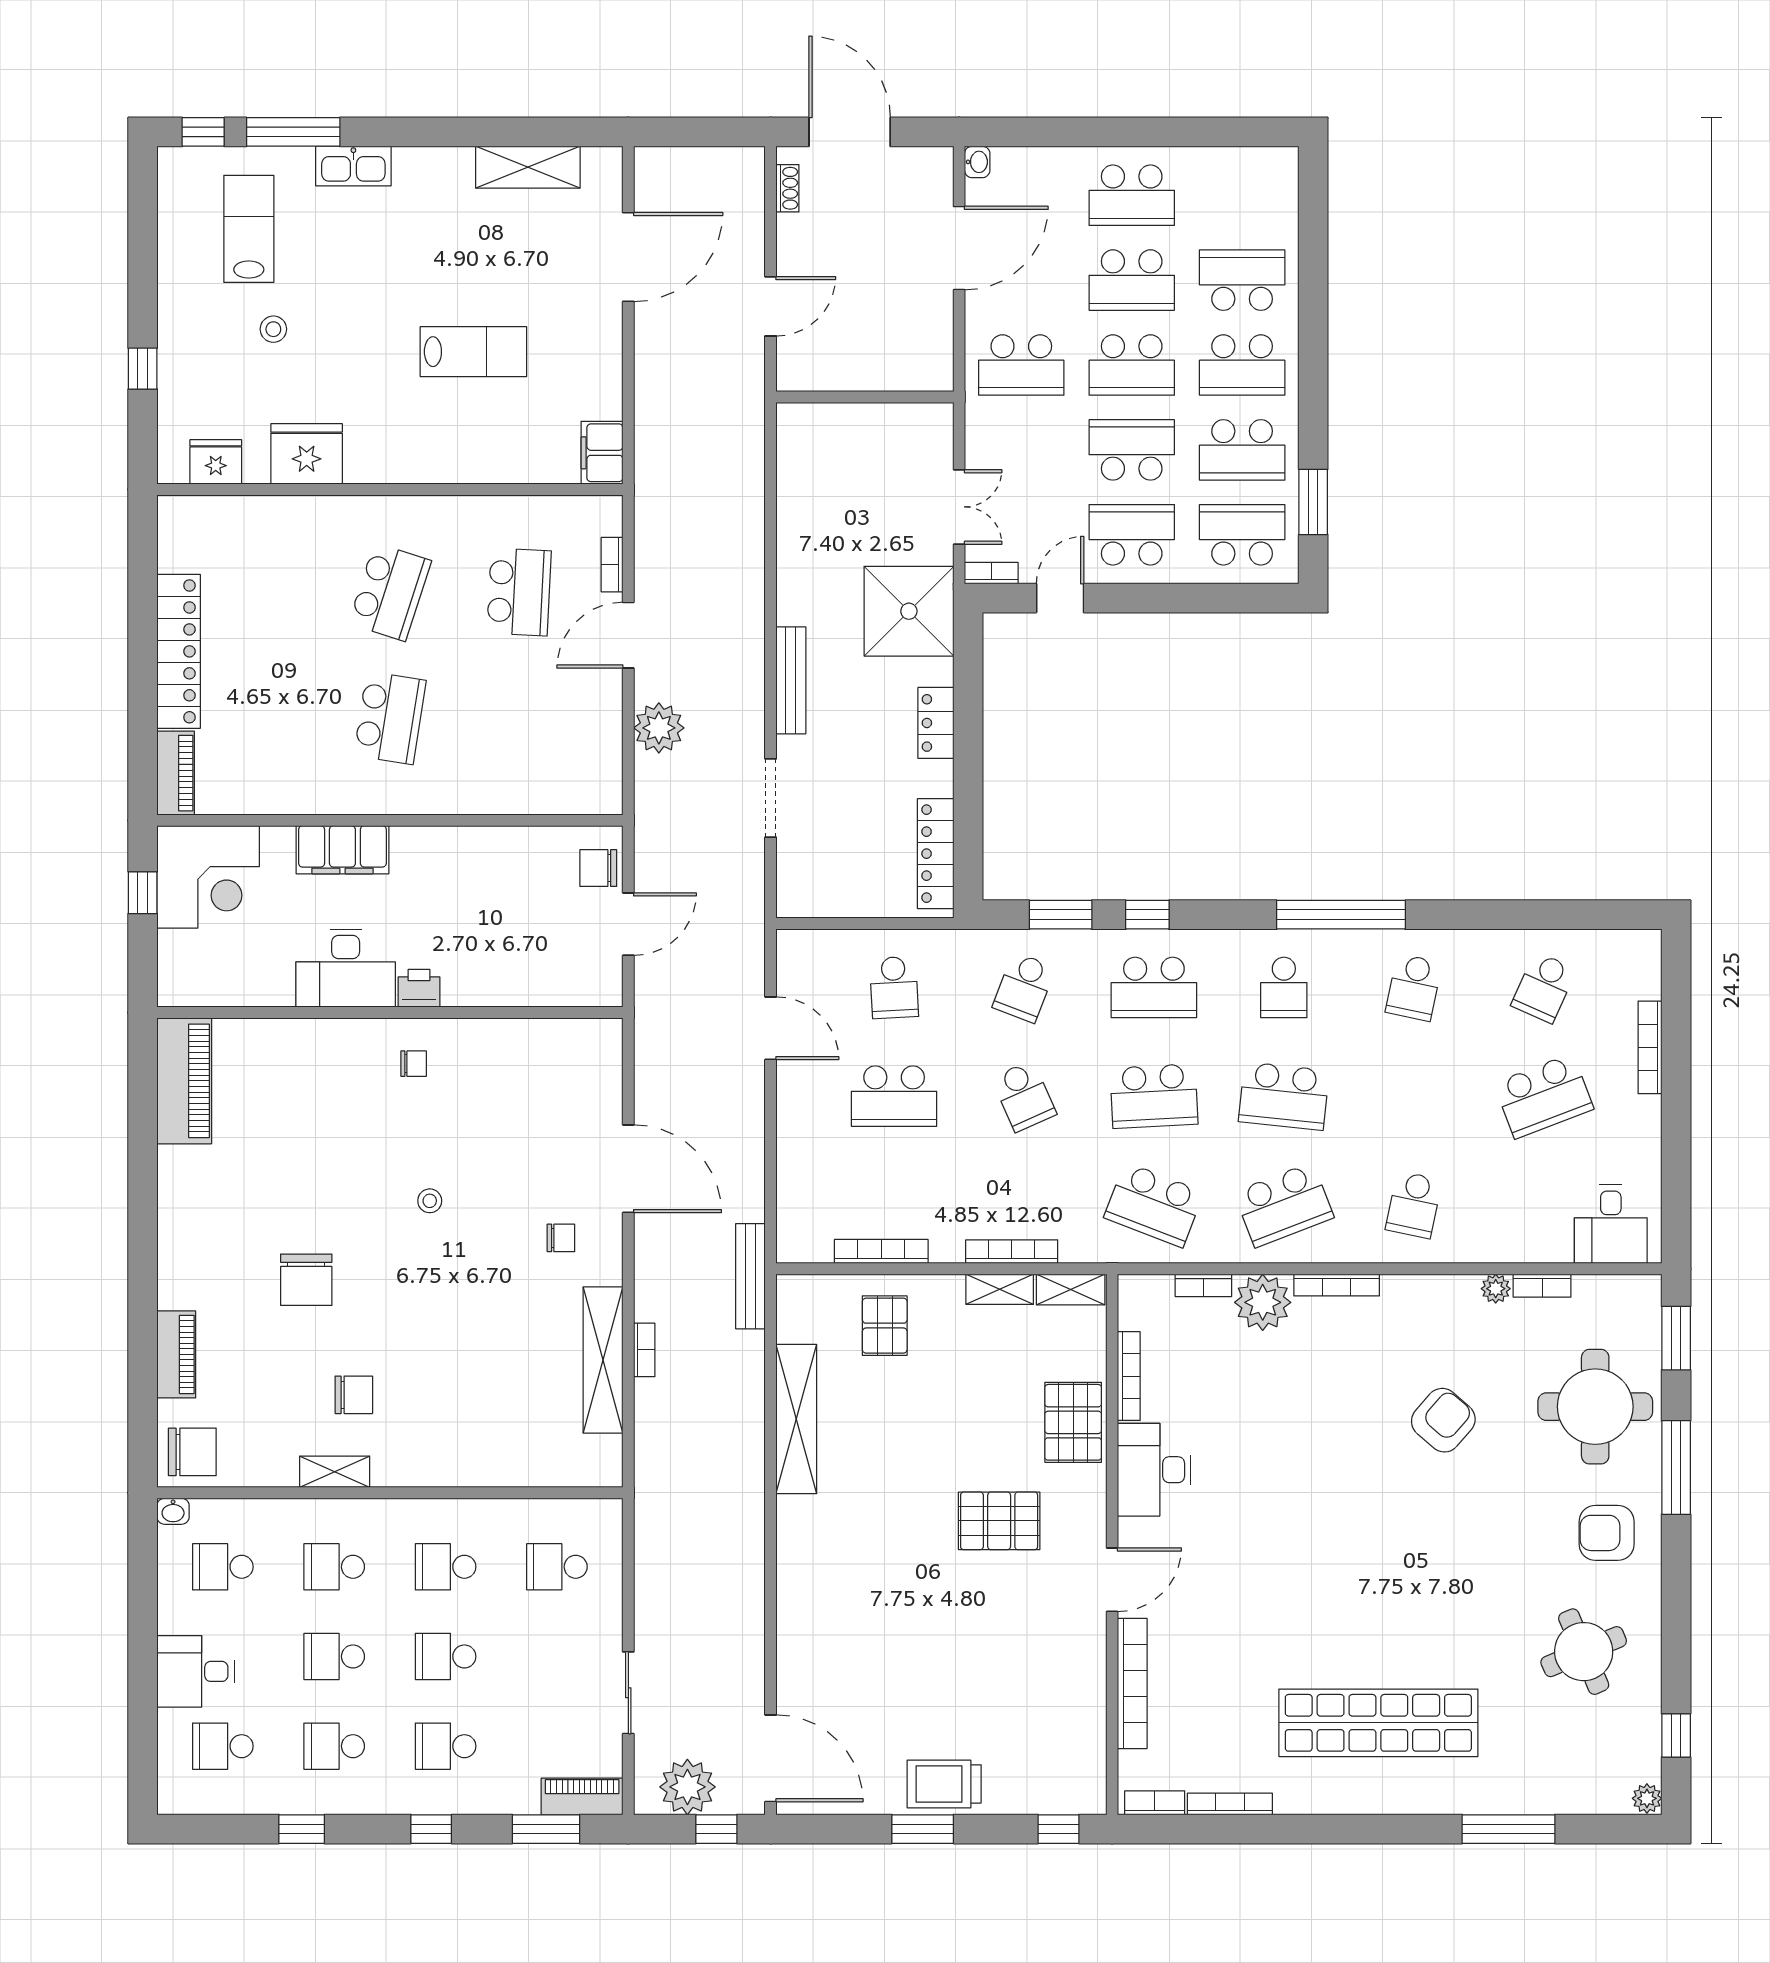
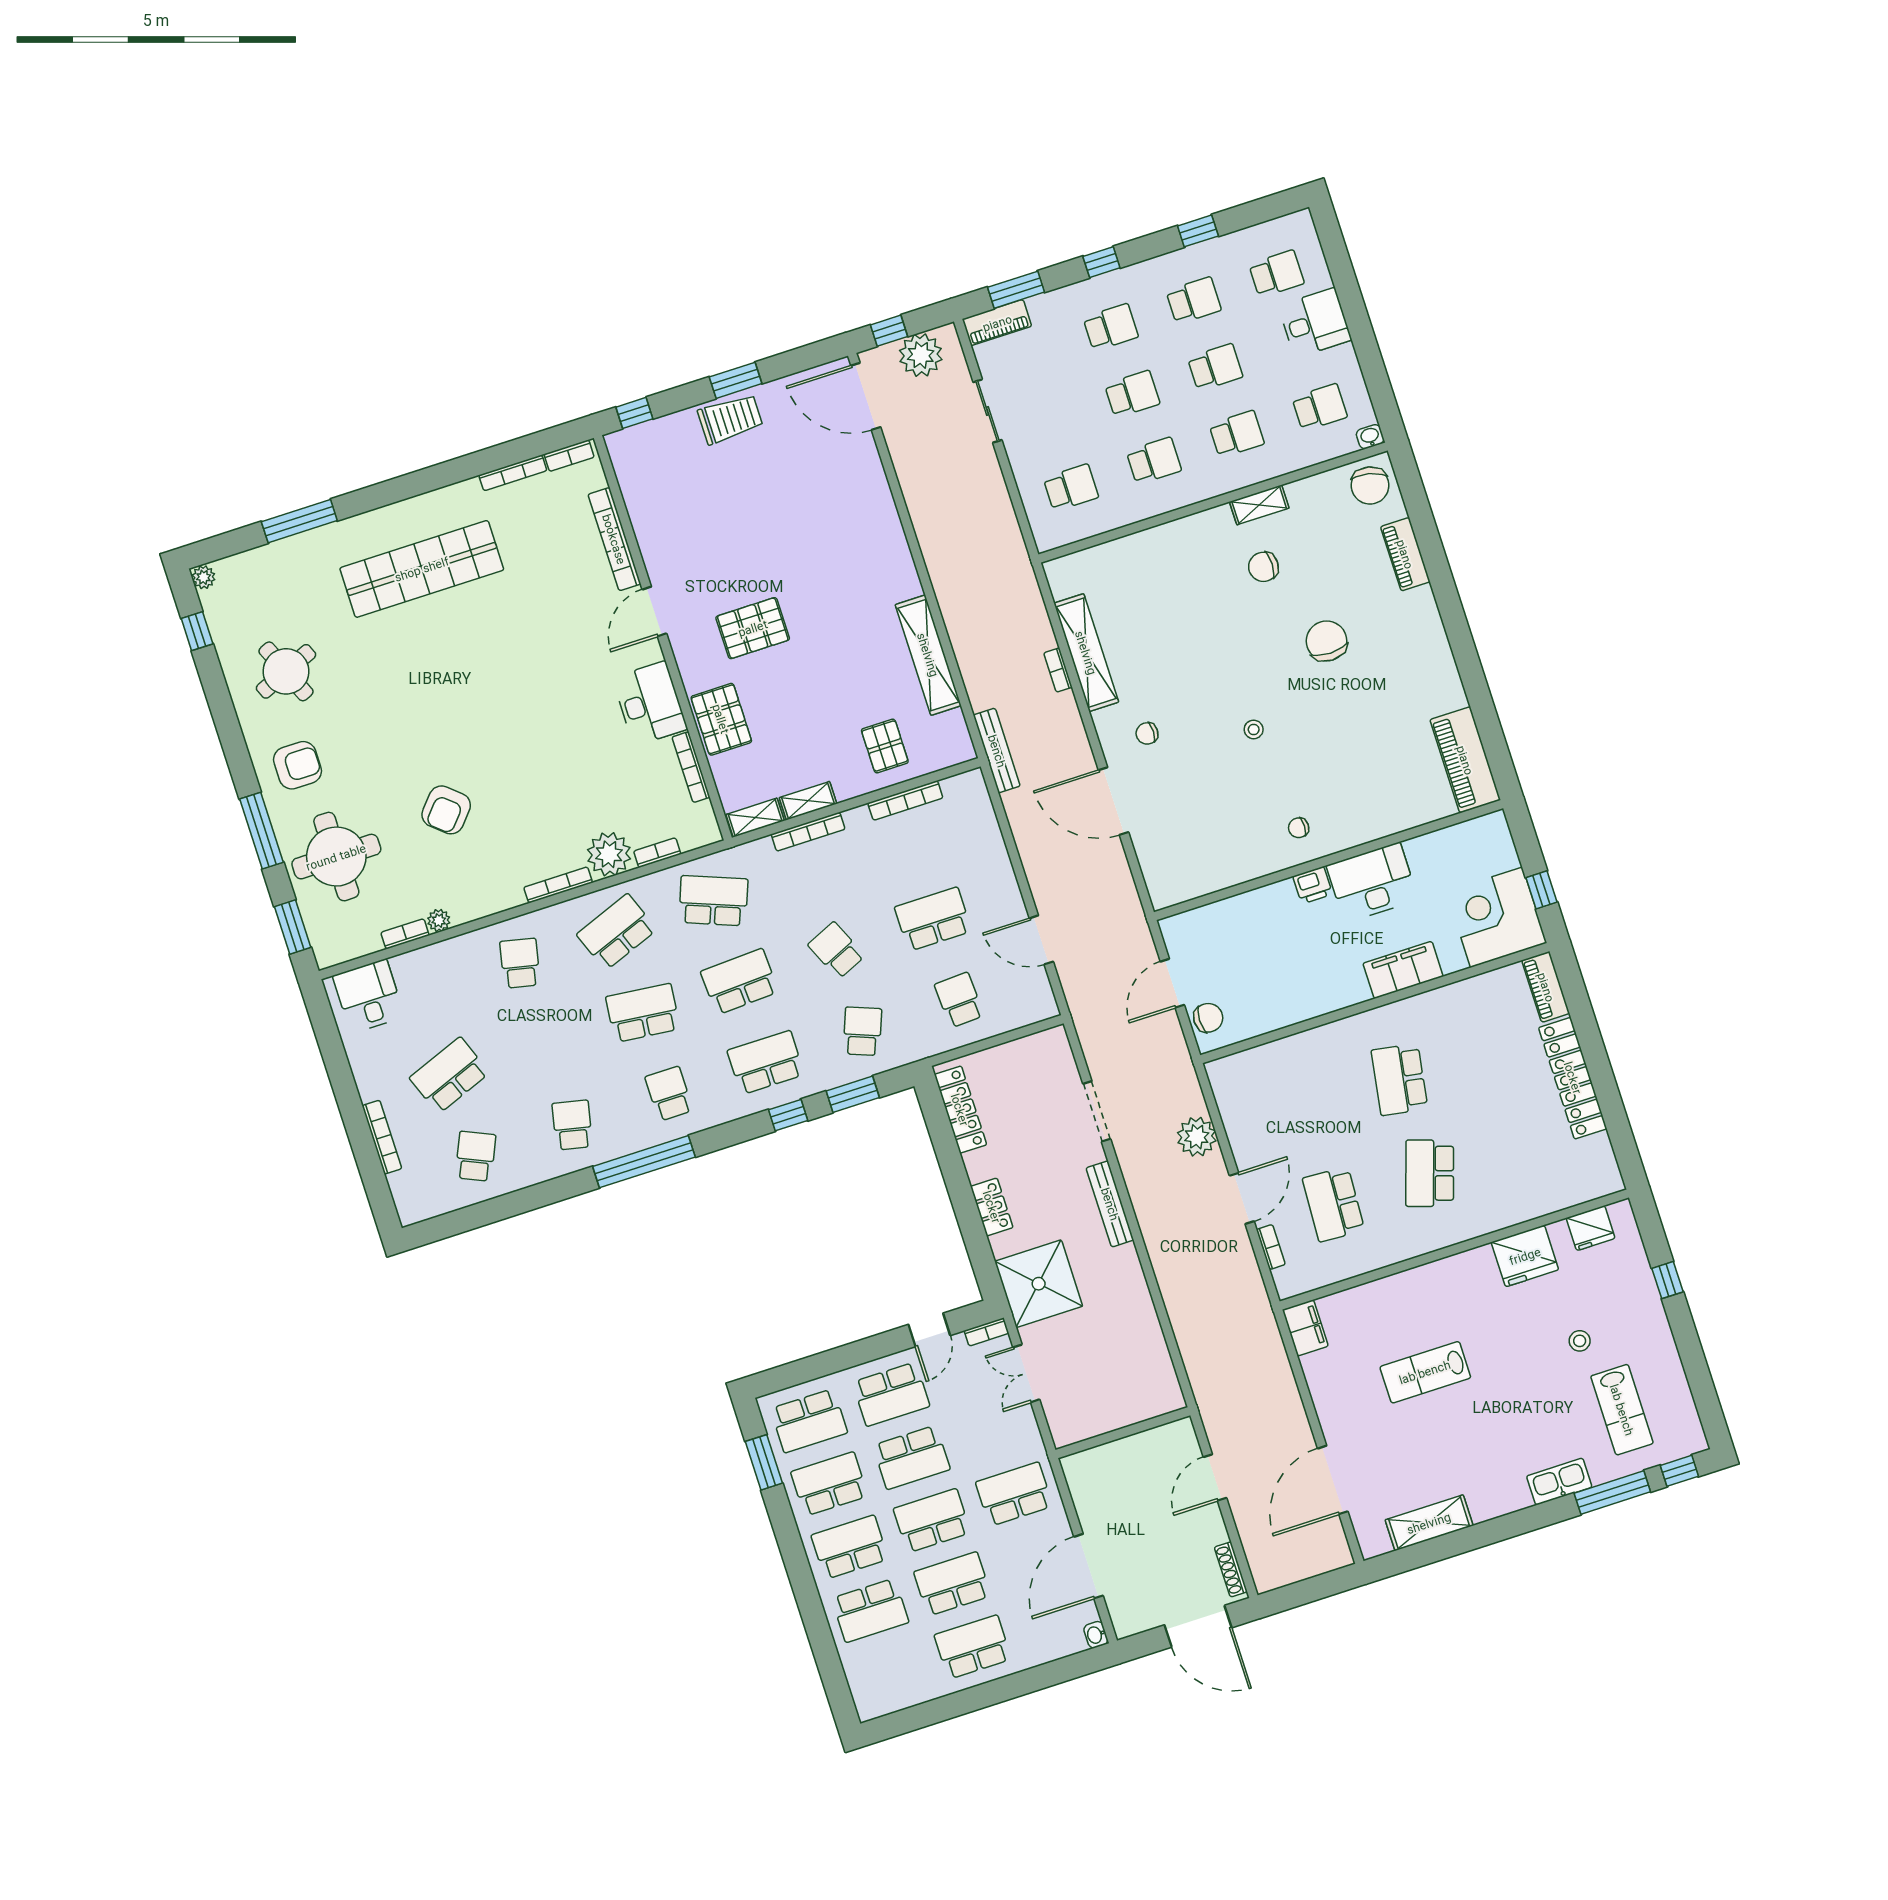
shoe rack: (787, 188) -> (1231, 1569), width x1.43
chair: (192, 1452) -> (1370, 485), turned -77

